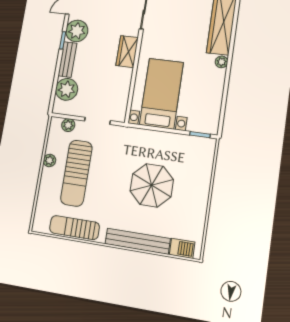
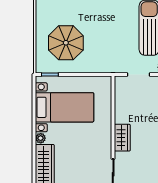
bed with nightstands: (161, 93) -> (65, 107), moved, turned -90
parasol: (152, 185) -> (66, 43), moved

